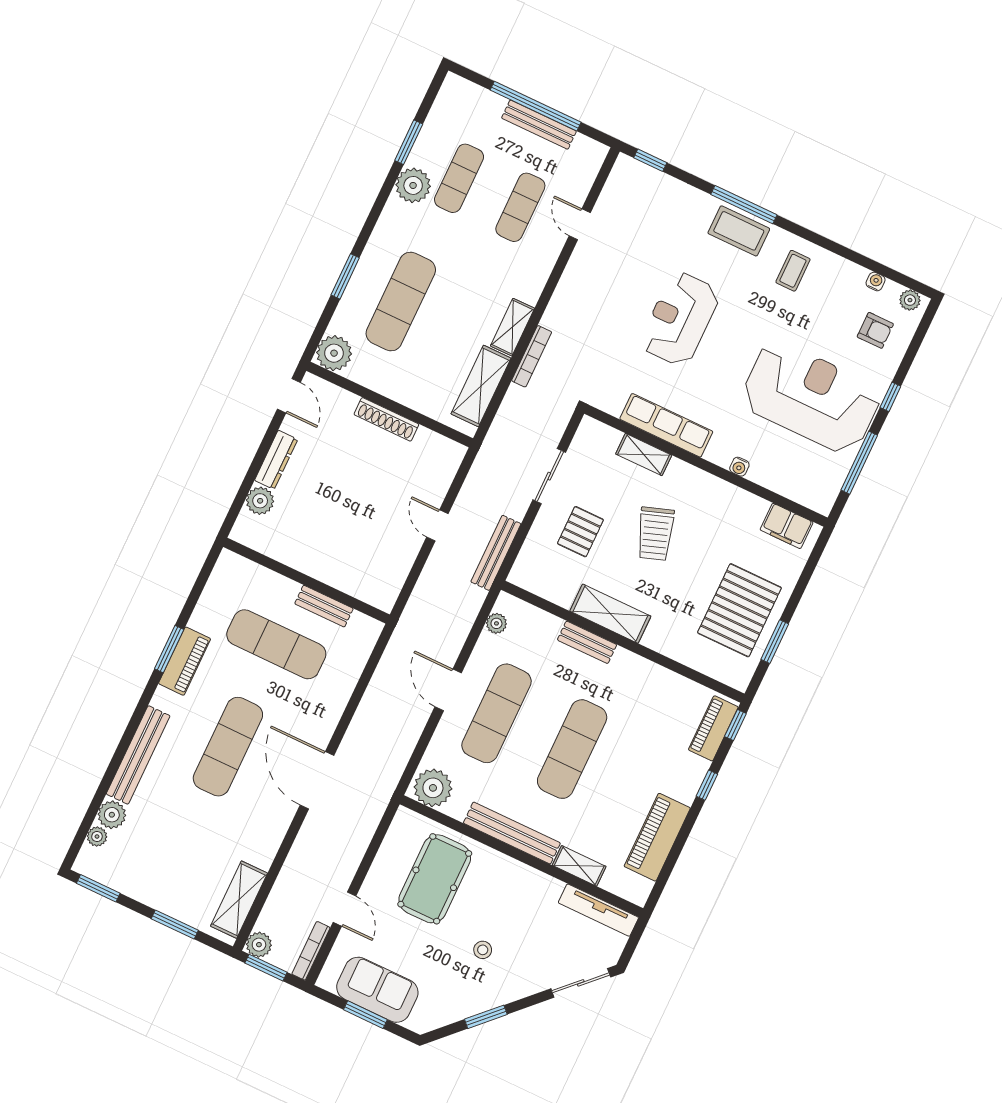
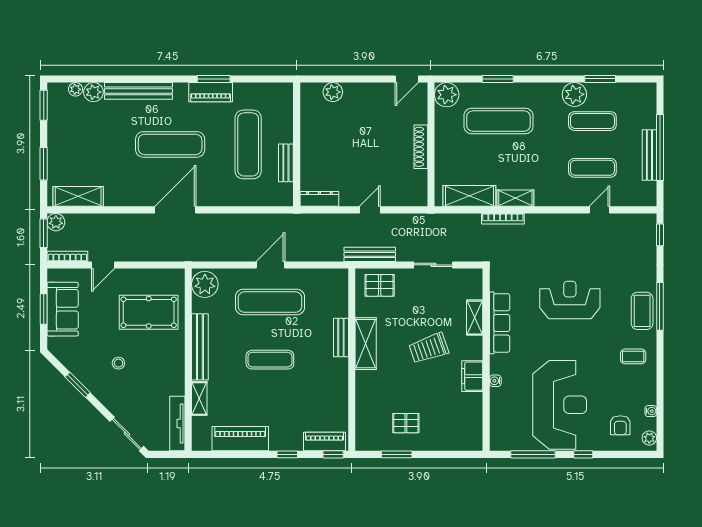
dresser: (276, 460) -> (319, 199), moved, turned 180
filing cabinet: (787, 526) -> (472, 376), moved
pallet: (580, 532) -> (380, 285), moved
pallet: (739, 610) -> (406, 423), width x0.49, depth x0.50
plant: (496, 623) -> (326, 275), removed
exercise mat: (572, 749) -> (270, 360), width x0.73, depth x0.69

